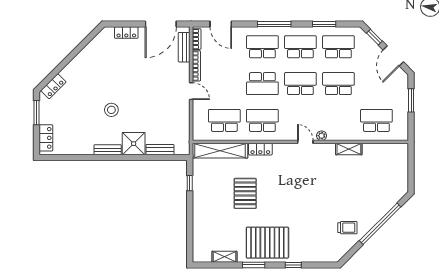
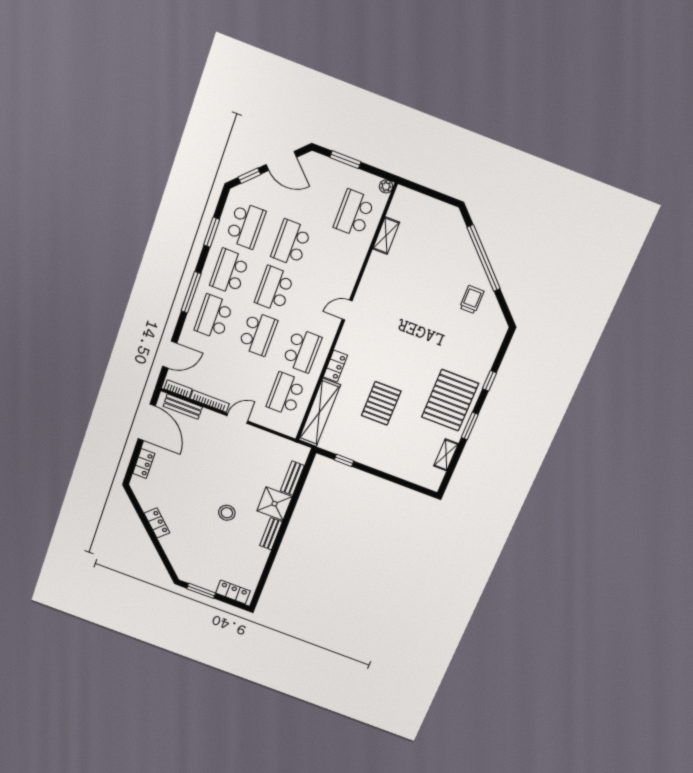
school desk: (338, 47) -> (246, 225), turned 180
locker: (53, 86) -> (157, 523), moved
school desk: (262, 120) -> (302, 351), turned 180
plant: (322, 136) -> (386, 186), moved
shelving: (349, 149) -> (386, 236), moved
pallet: (245, 193) -> (381, 403), turned 90

